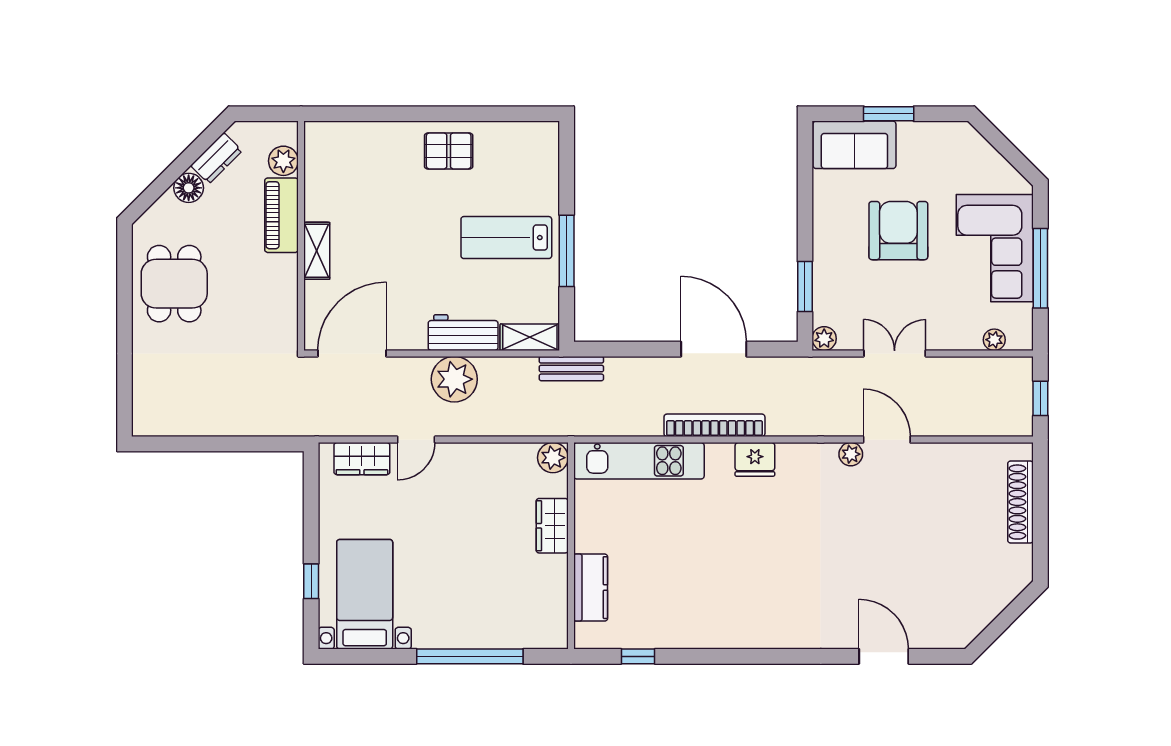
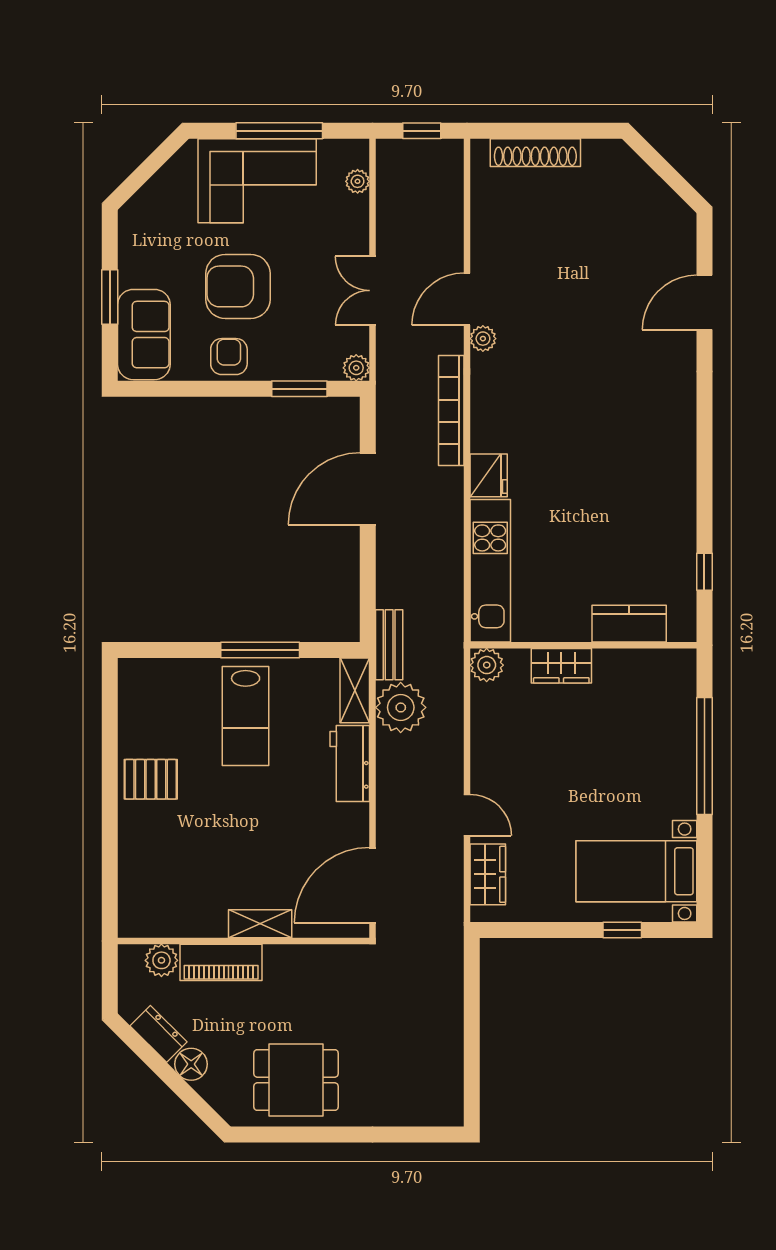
pallet: (449, 151) -> (151, 779), turned 90
armchair: (834, 222) -> (229, 357), added
door: (352, 353) -> (373, 885), hinge flipped
plant: (454, 379) -> (401, 707), moved
bookcase: (714, 425) -> (451, 411), moved
fridge: (755, 459) -> (489, 475), moved

